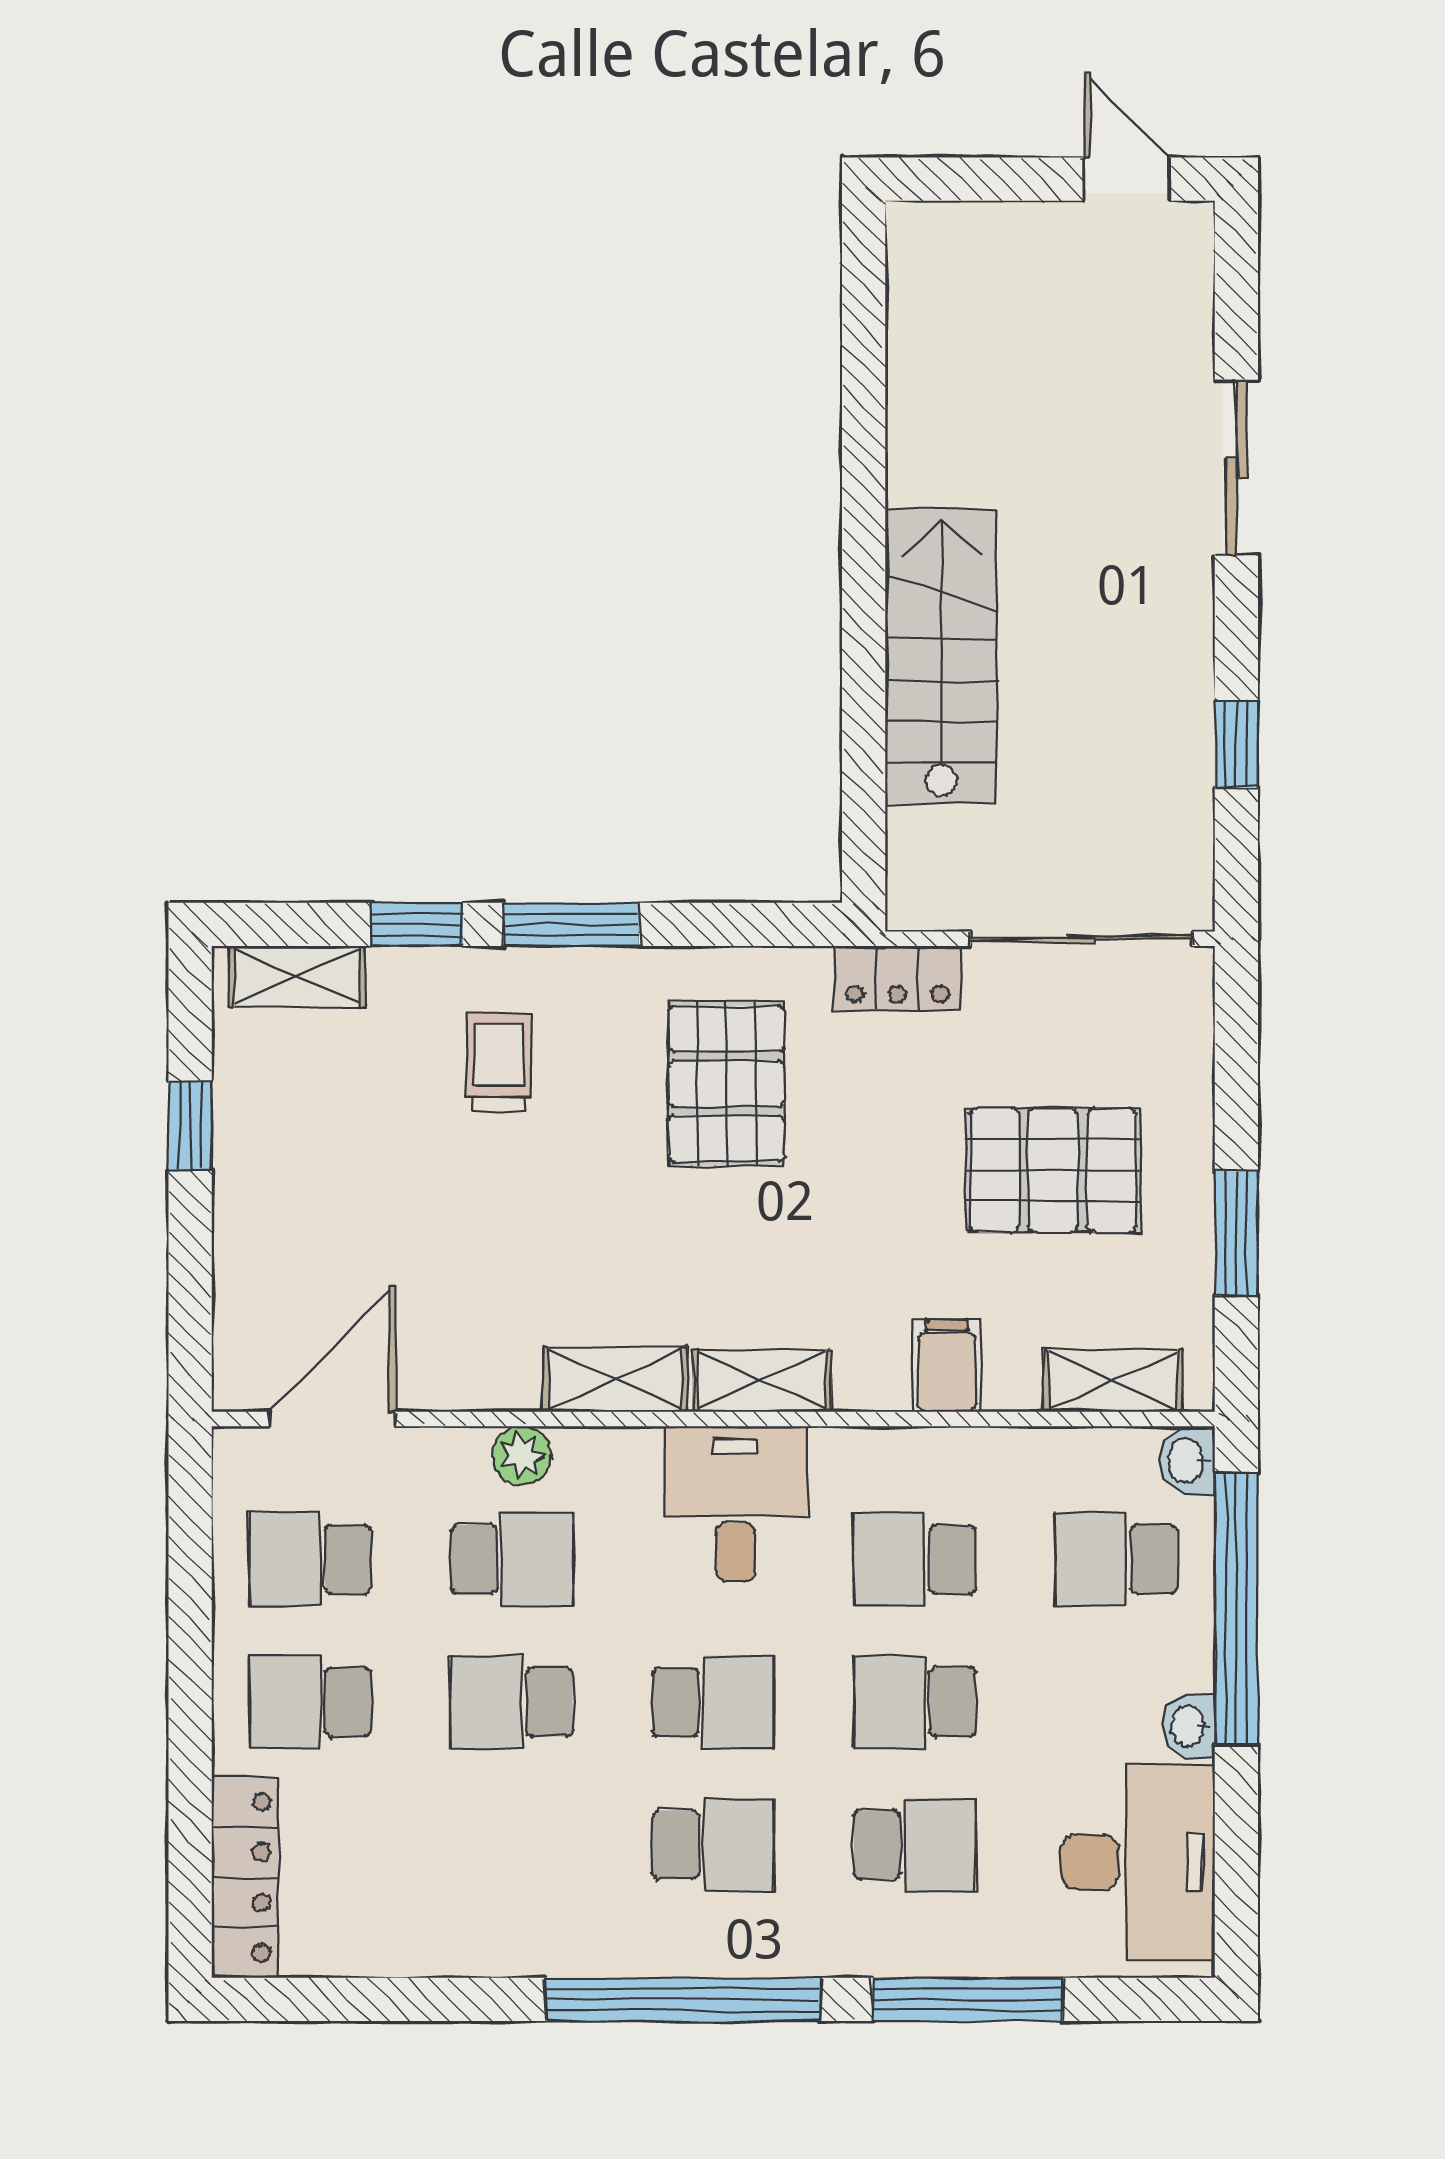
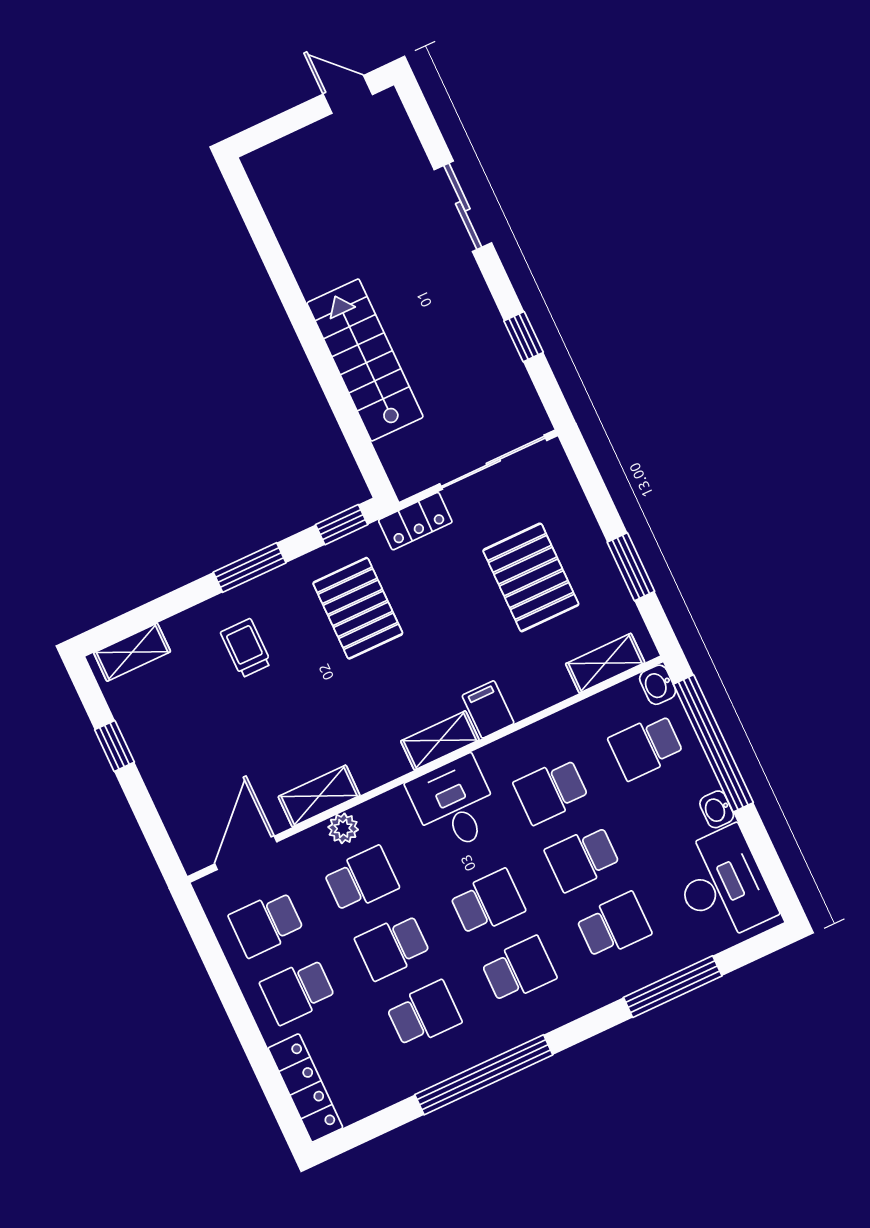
window: (417, 924) -> (342, 525), moved
pallet: (1053, 1170) -> (531, 577), turned 90
filing cabinet: (947, 1366) -> (488, 709), moved
shelving: (615, 1379) -> (319, 796), moved
school desk: (512, 1845) -> (424, 1014), added
window: (683, 1999) -> (484, 1075), moved

